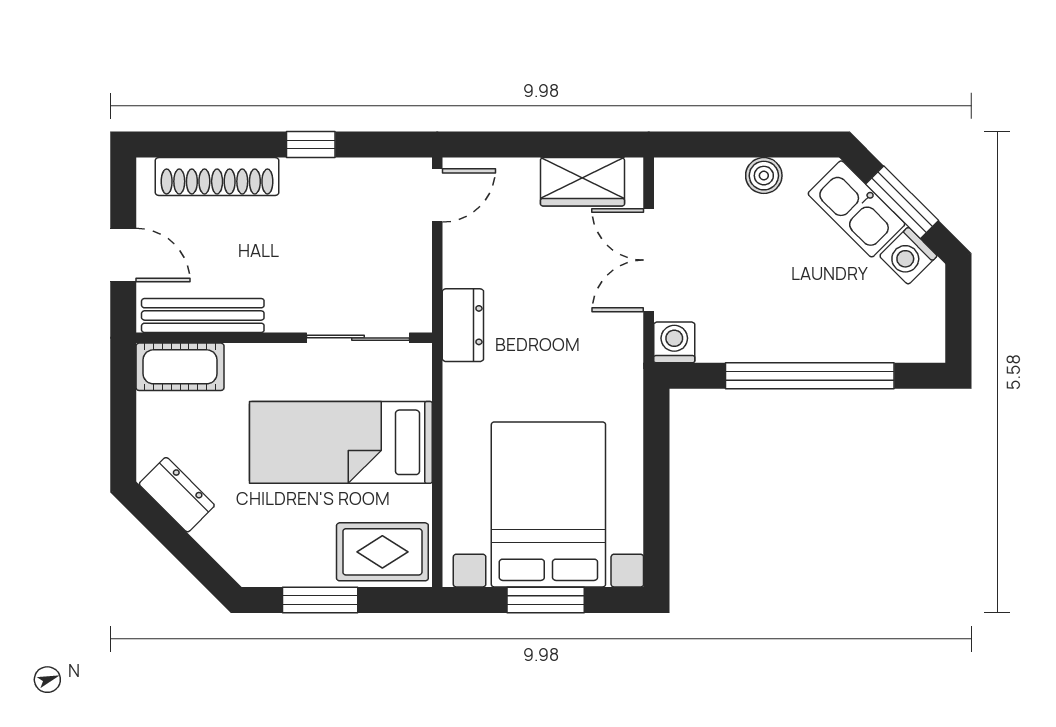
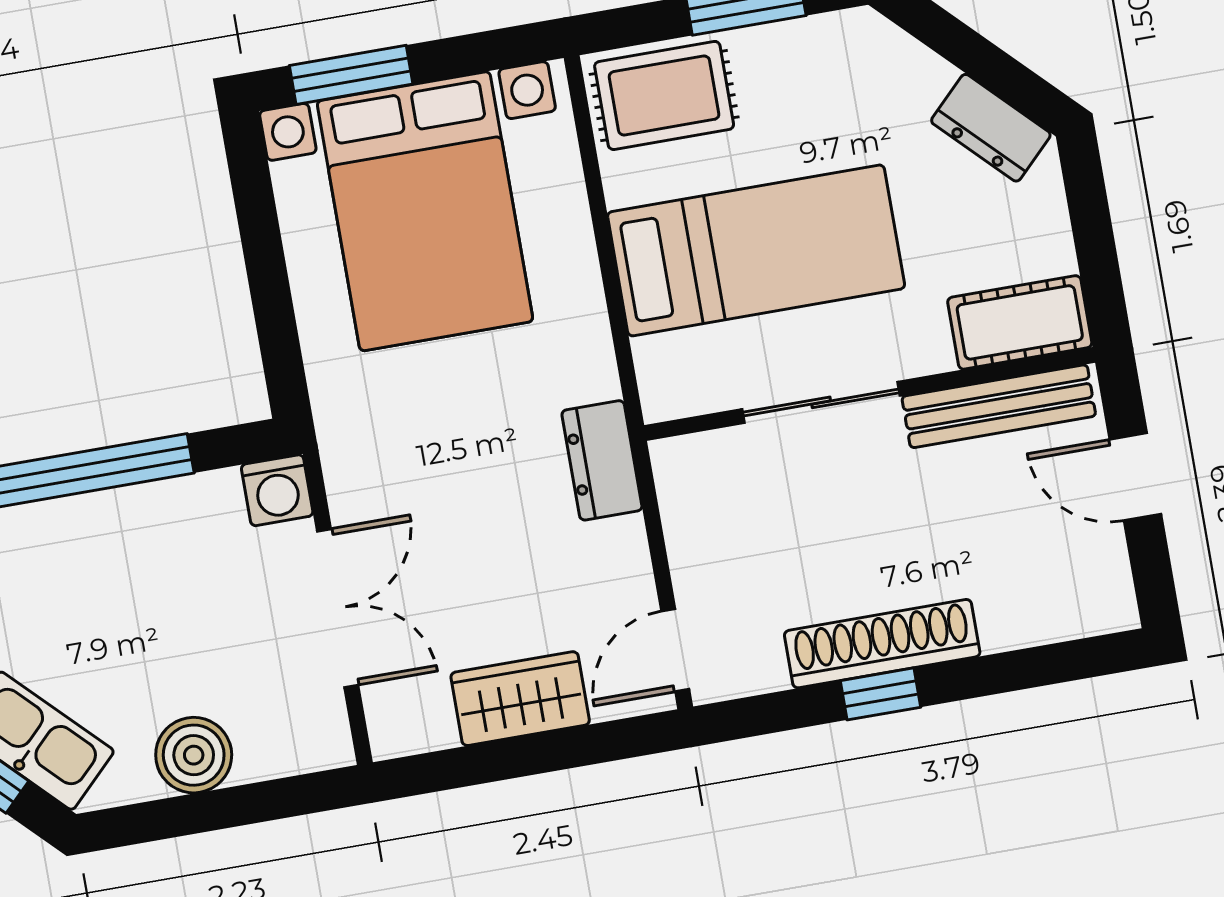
shoe rack: (217, 176) -> (882, 644), moved
boiler: (764, 176) -> (194, 755), width x1.36, depth x1.36
wardrobe: (582, 182) -> (520, 699), moved
sliding door: (358, 338) -> (821, 402), moved
window: (546, 600) -> (351, 75), moved

